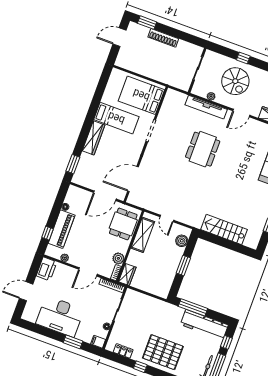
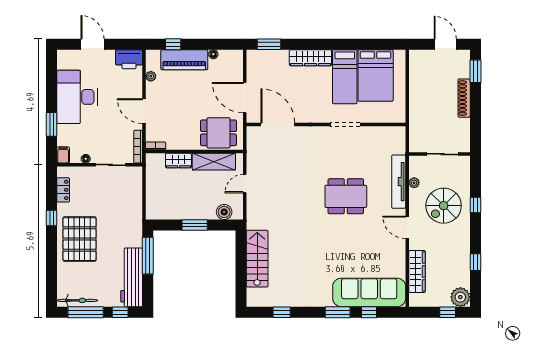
bed: (141, 95) -> (376, 76), moved, turned 180
plant: (118, 258) -> (174, 142), removed
wardrobe: (127, 274) -> (178, 160), moved

